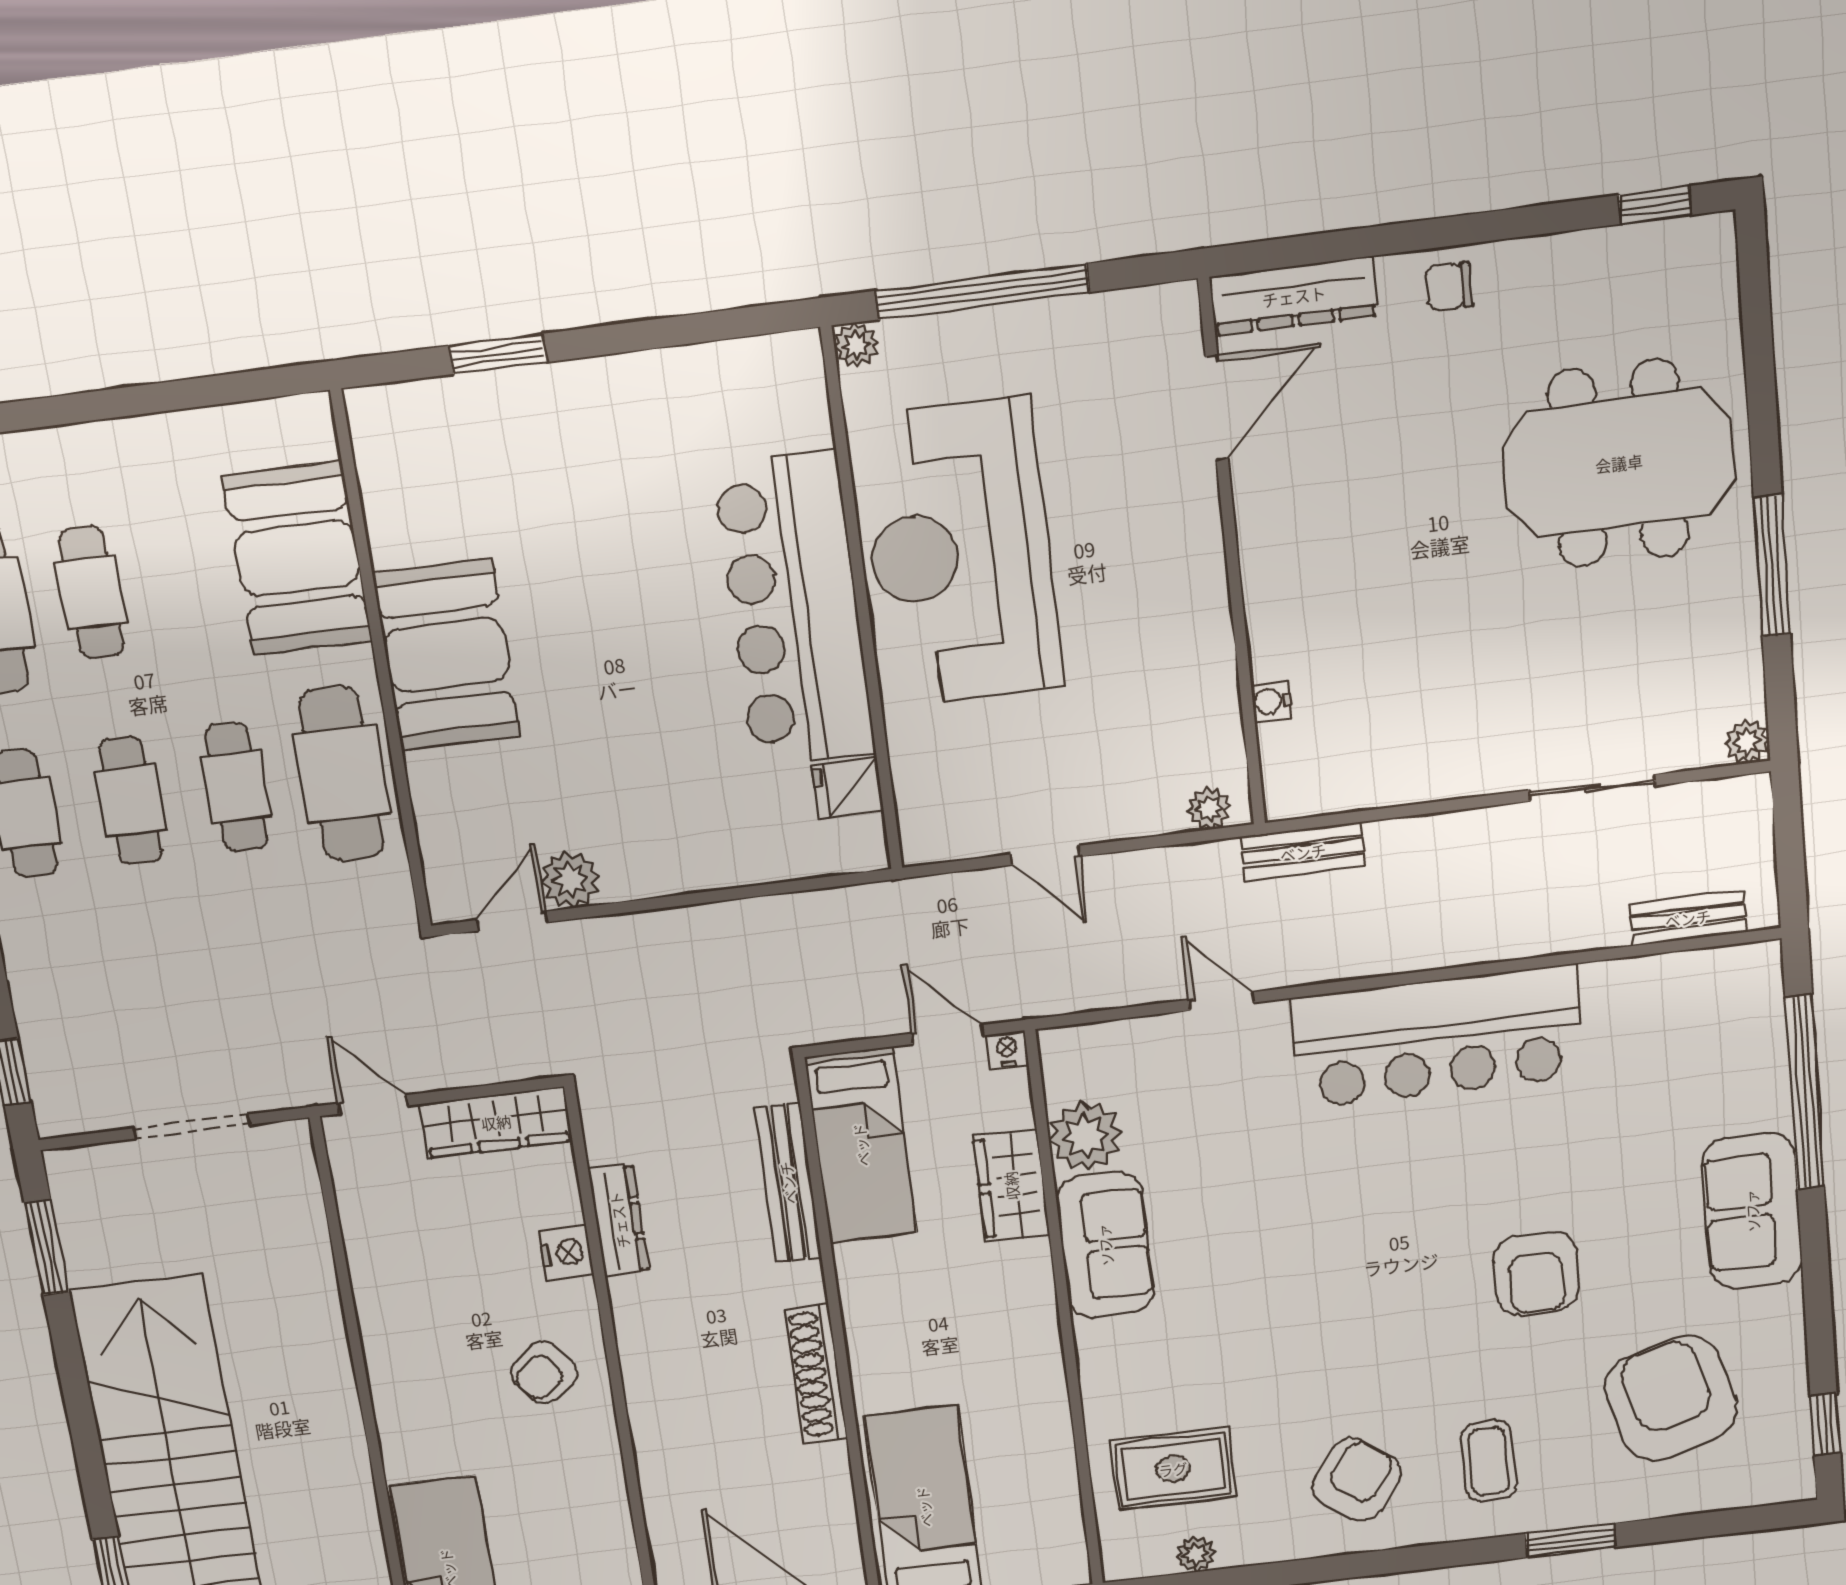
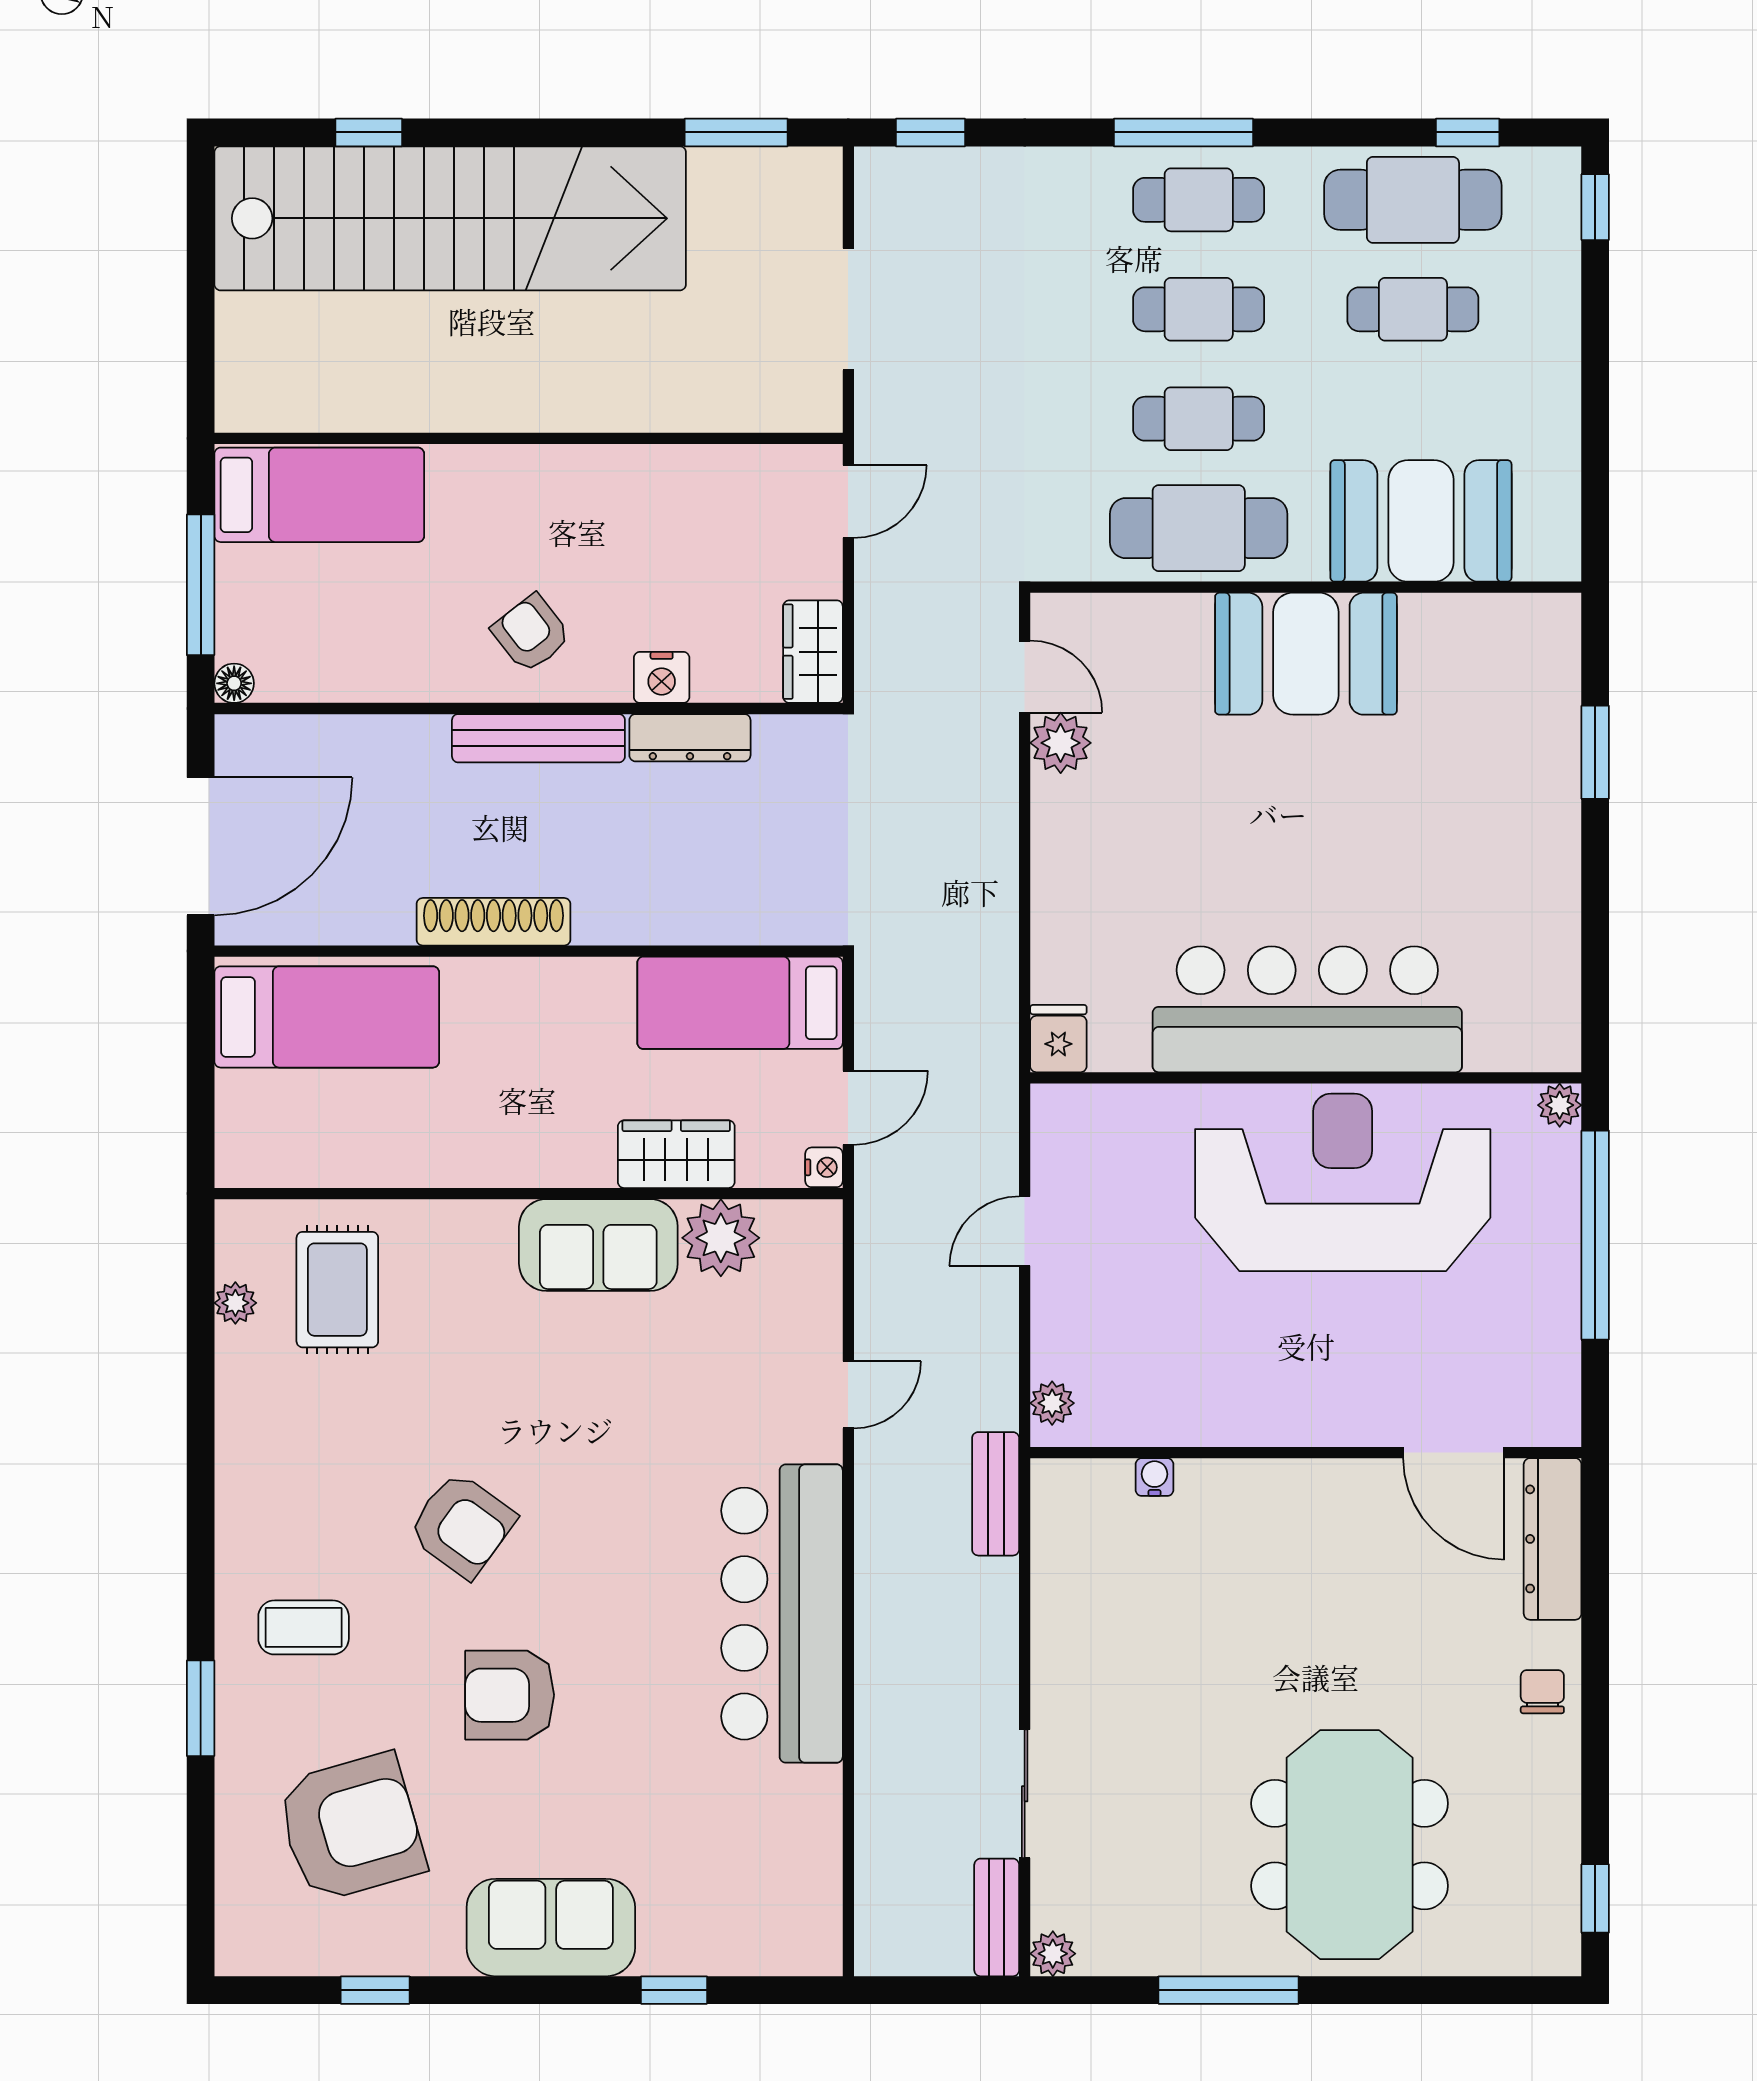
fridge: (848, 788) -> (1058, 1039), moved
bench: (1688, 918) -> (997, 1917), moved
window: (1805, 1092) -> (674, 1990), width x0.32
wardrobe: (496, 1122) -> (813, 652), width x0.67
bench: (788, 1183) -> (538, 738), moved
window: (1825, 1424) -> (375, 1990), moved
armchair: (1357, 1480) -> (462, 1525), moved

